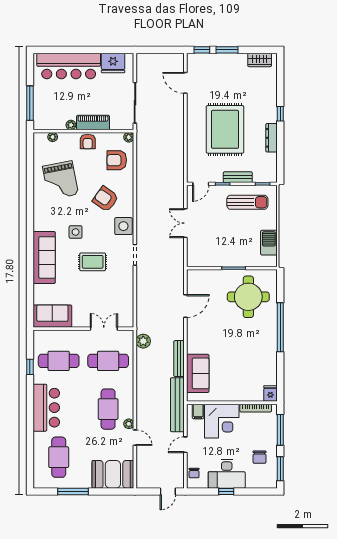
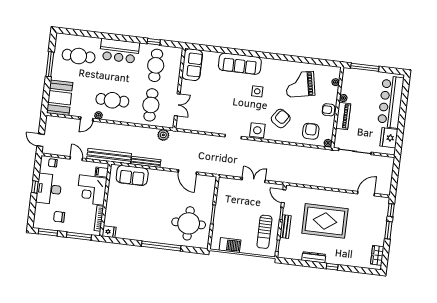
rug: (93, 262) -> (232, 102), removed

